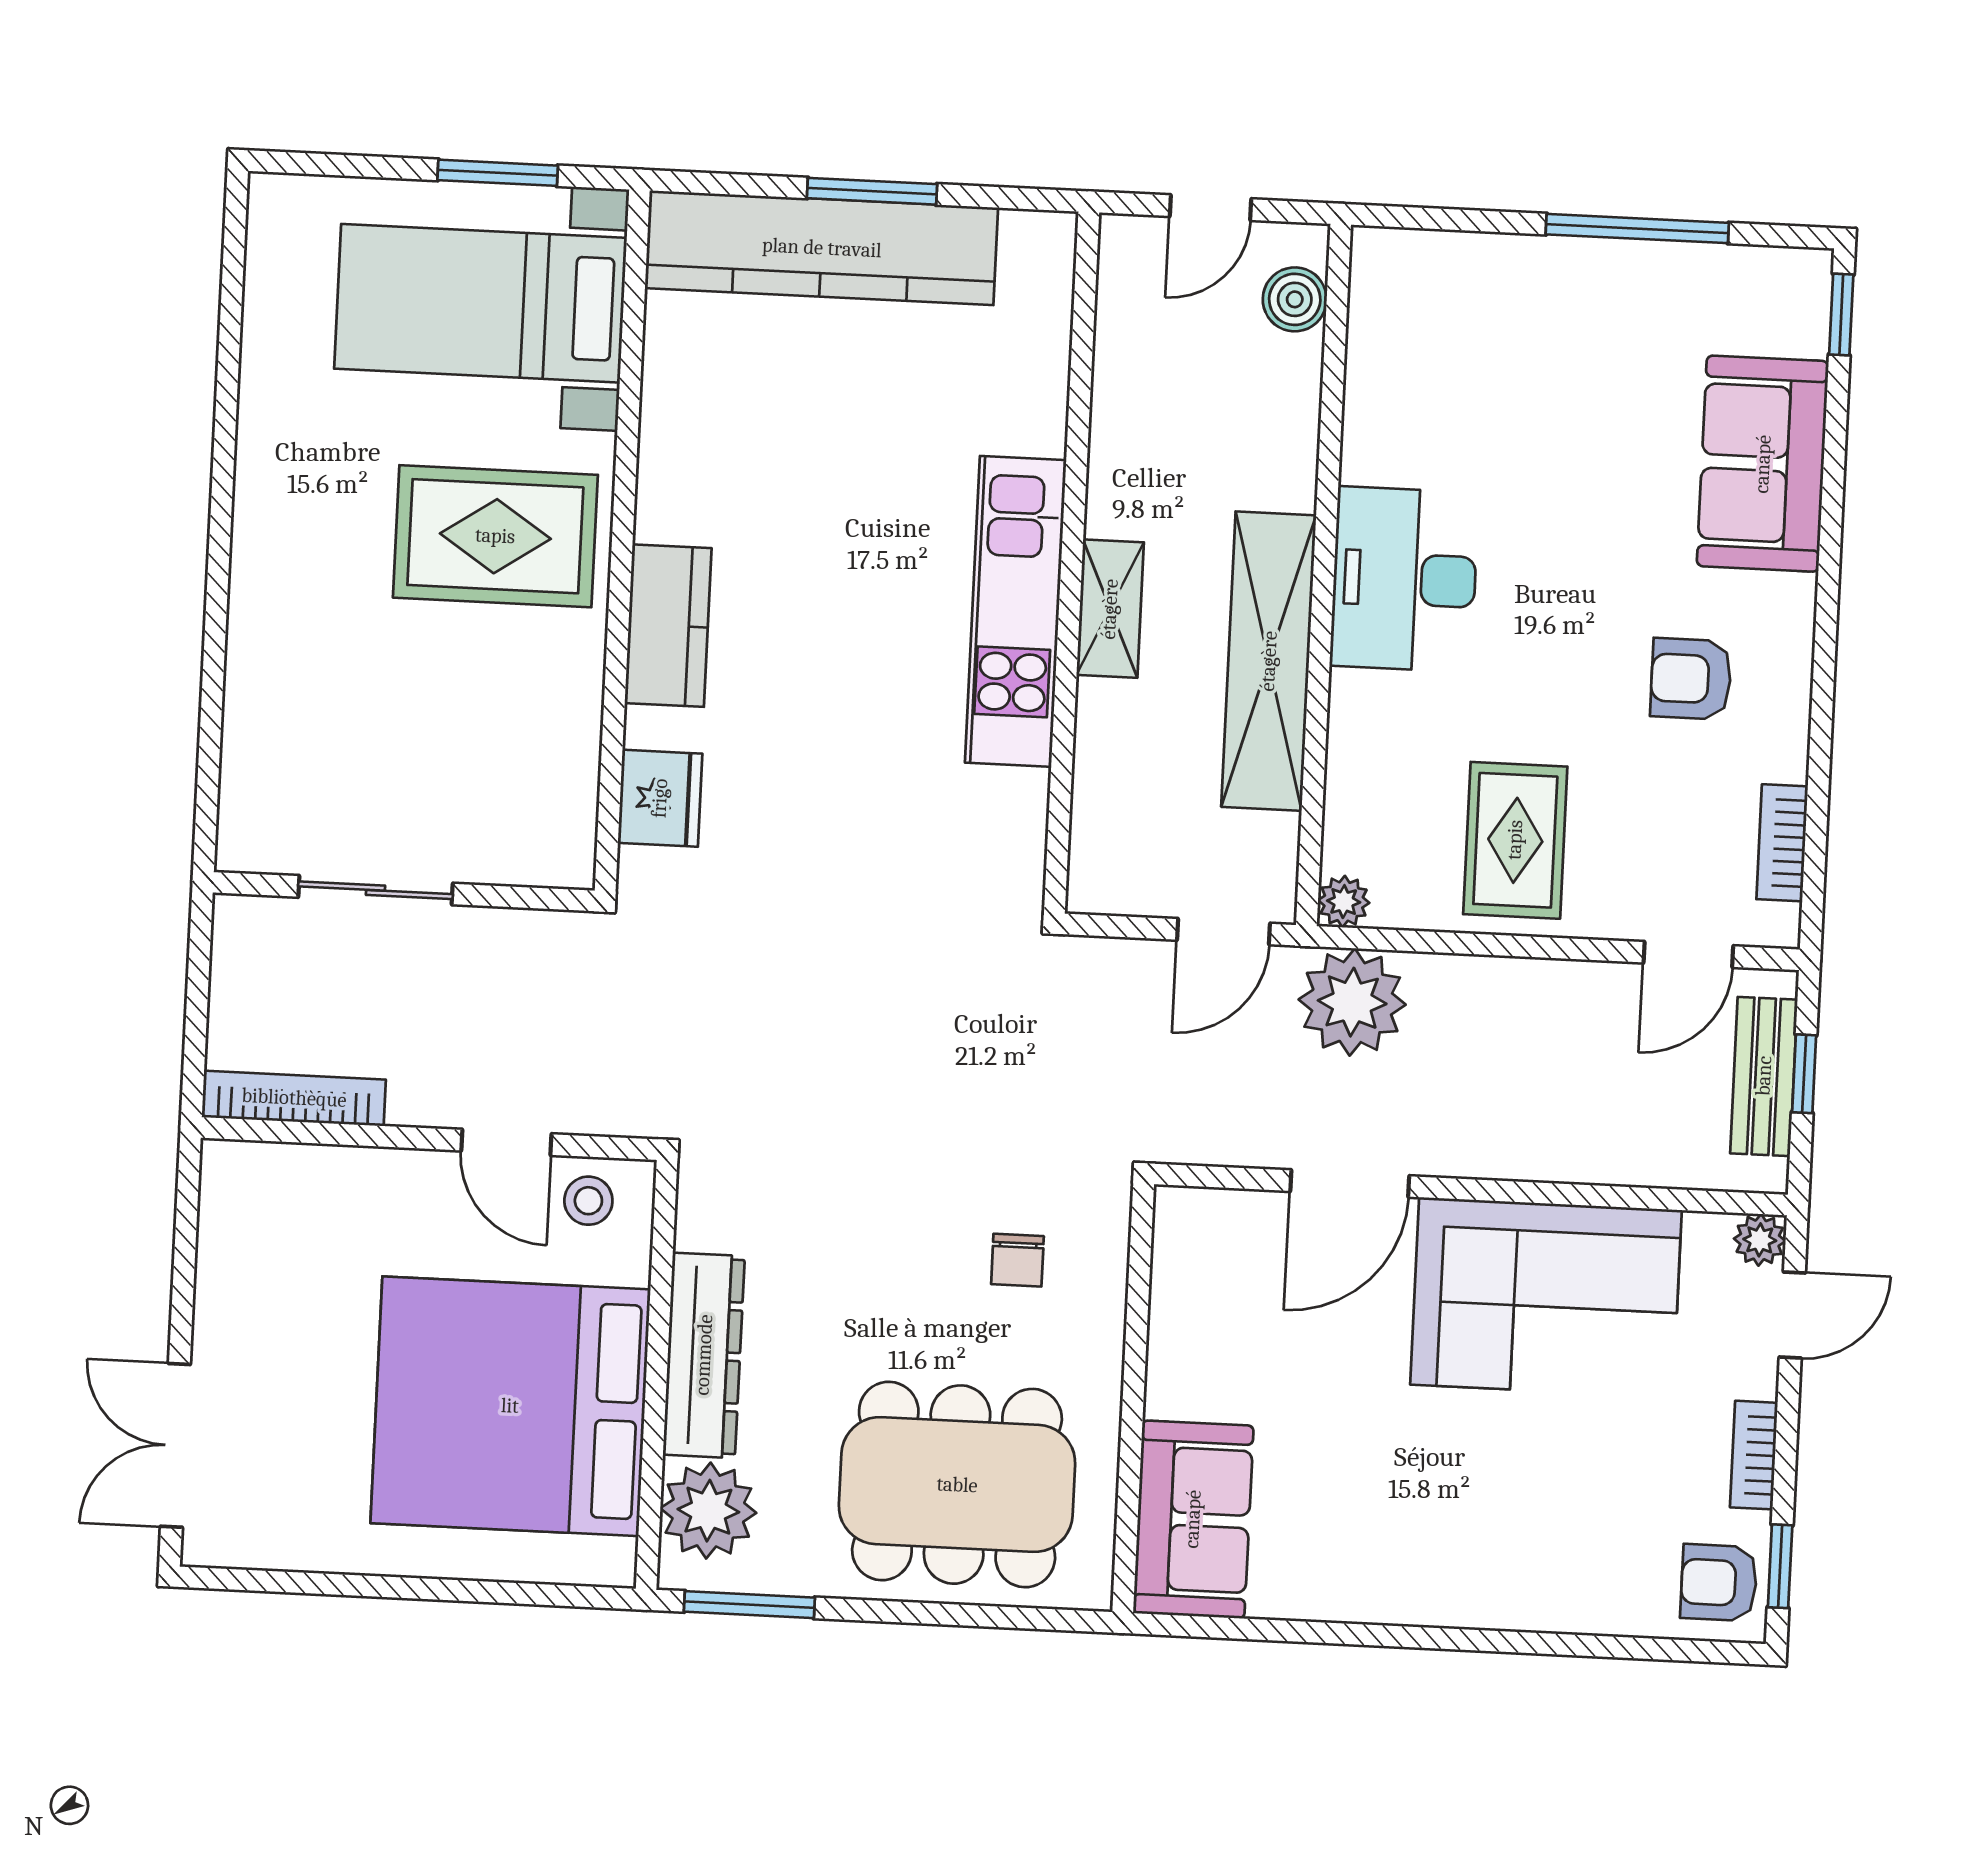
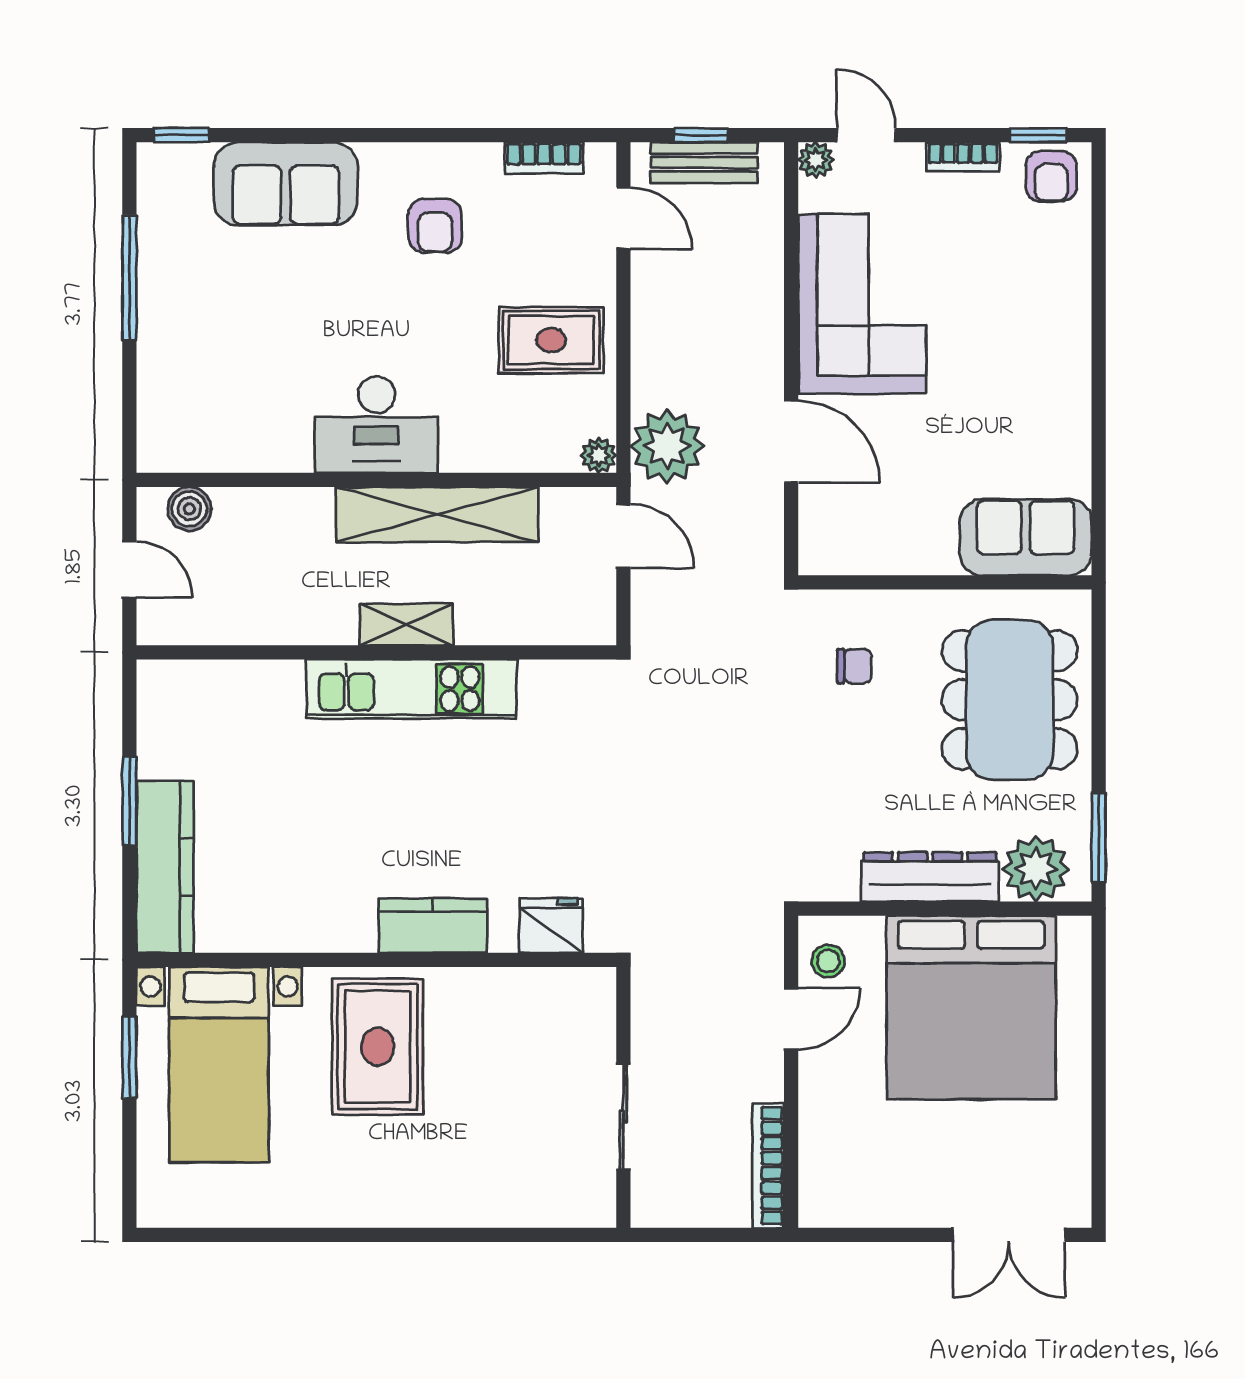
kitchen counter: (822, 248) -> (165, 867), width x0.72, depth x0.86

